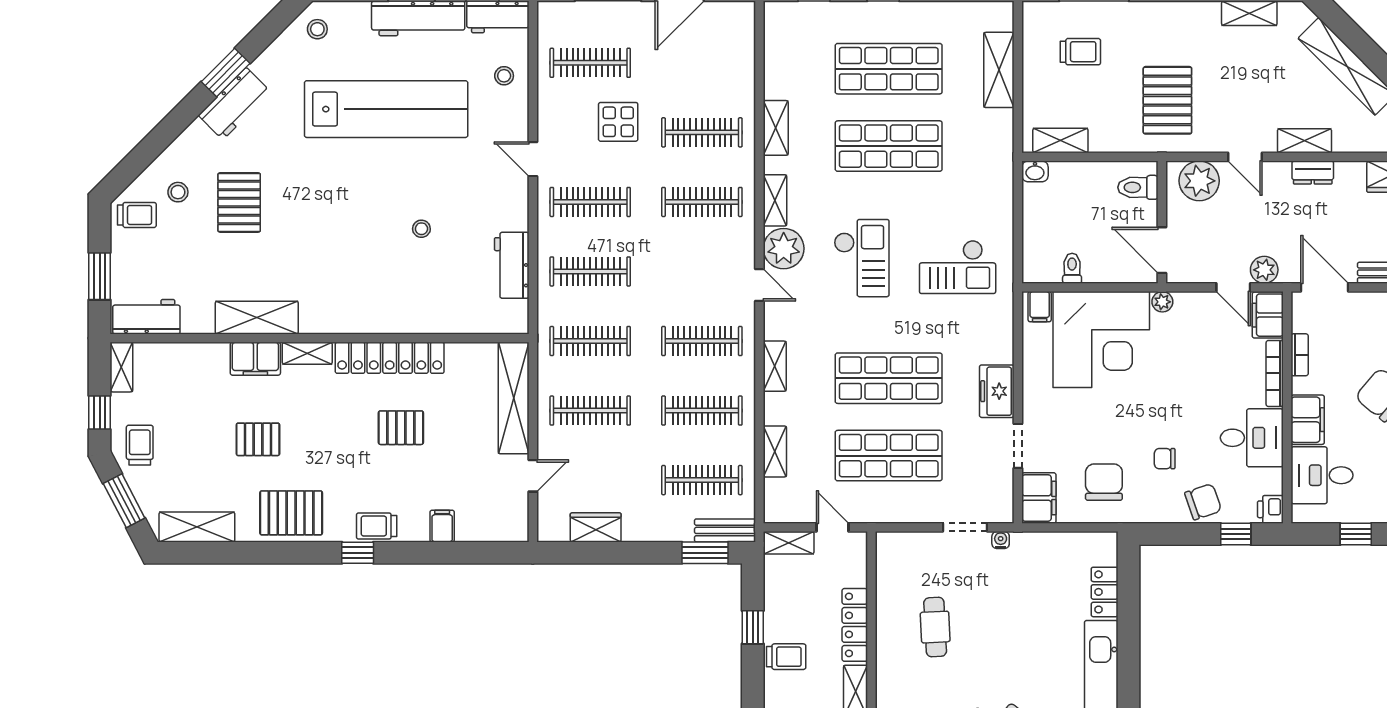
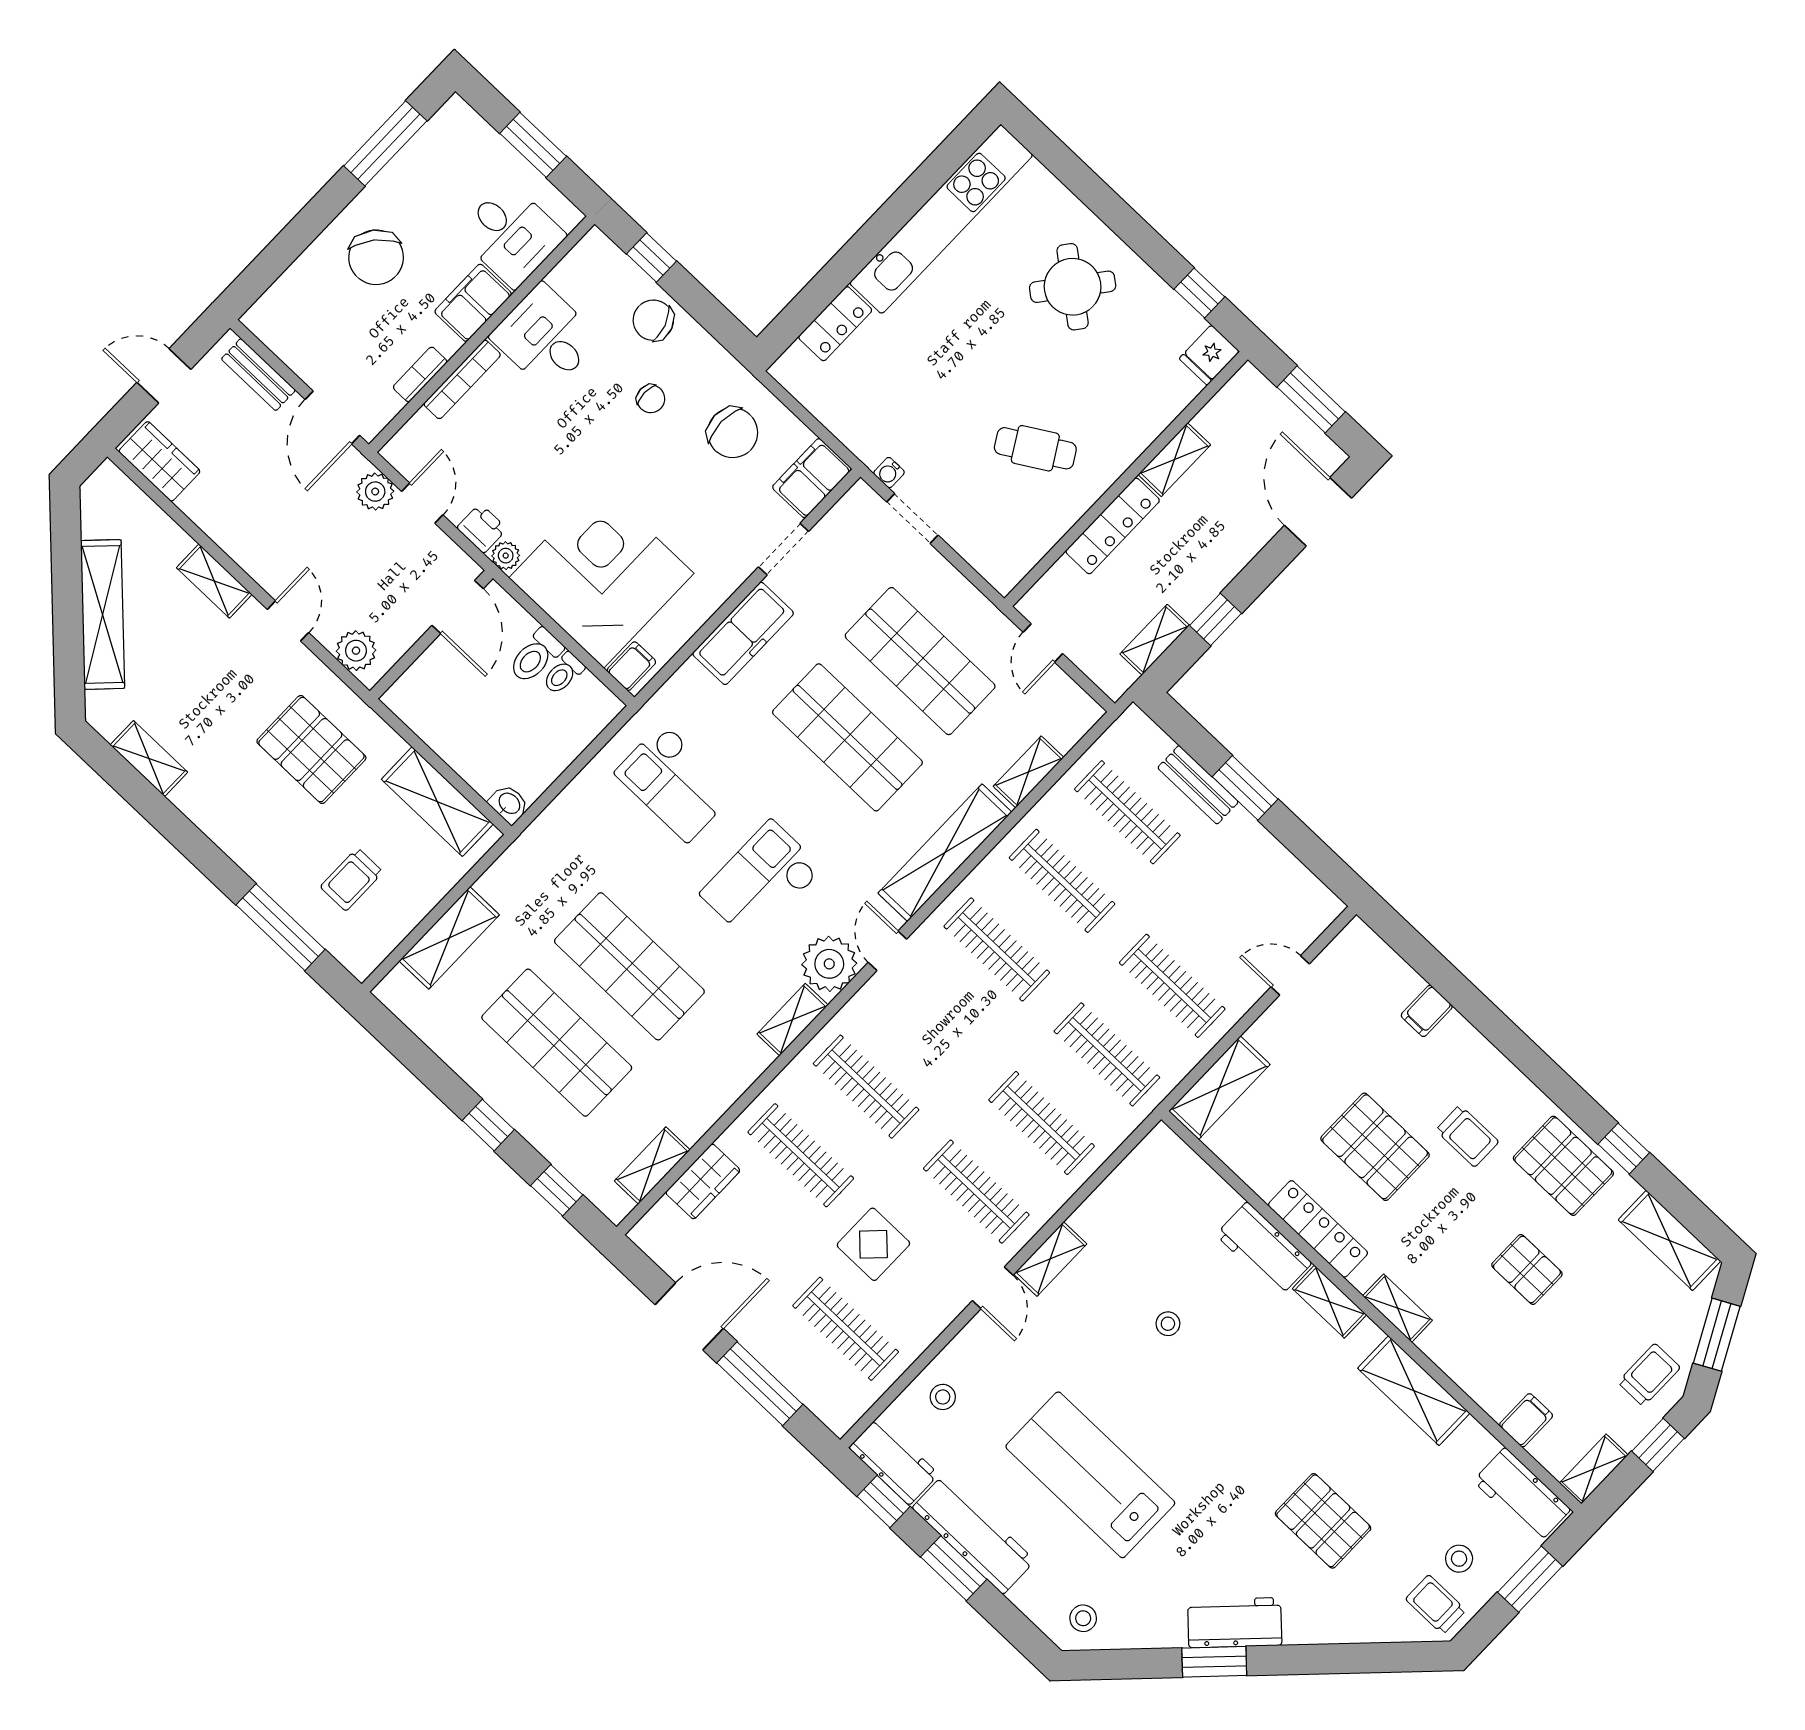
trolley: (1080, 52) -> (352, 879), turned -90
pallet: (1167, 100) -> (311, 750), turned 90
lab bench: (386, 109) -> (1090, 1475), width x0.73
shelving: (776, 128) -> (652, 1165), moved
shelving: (1060, 140) -> (437, 802), width x1.50, depth x1.33
dresser: (1313, 172) -> (236, 542), removed
plant: (1199, 181) -> (356, 651), width x0.73, depth x0.73
toilet: (1138, 187) -> (536, 656), moved, turned 90
stool: (178, 192) -> (1459, 1559), moved
pallet: (239, 202) -> (1323, 1521), turned 90
shelving: (517, 204) -> (1050, 1259), added
workbench: (512, 265) -> (1264, 1249), moved, turned 90
checkout: (958, 267) -> (675, 782), turned 180
filing cabinet: (1268, 315) -> (414, 443), removed
shelving: (347, 322) -> (1329, 1302), added
locker: (390, 358) -> (1318, 1229), width x0.71, depth x0.83
filing cabinet: (255, 359) -> (1526, 1420), moved, width x0.50
shelving: (775, 366) -> (945, 853), width x2.20, depth x1.33
freezer: (997, 391) -> (743, 633), width x1.40
shelving: (514, 398) -> (1219, 1088), width x0.68
pallet: (401, 428) -> (1375, 1147), width x1.50, depth x1.42
trolley: (140, 445) -> (1649, 1375), turned 180
chair: (1104, 482) -> (733, 433), turned -90
printer: (1270, 509) -> (482, 528), moved, turned -90
trolley: (377, 526) -> (1467, 1136), moved
wardrobe: (596, 527) -> (703, 1181), moved, turned -90
bench: (725, 530) -> (1198, 785), moved
window: (1356, 534) -> (533, 145), width x1.50
shelving: (789, 543) -> (1155, 640), moved, turned 90
window: (358, 553) -> (1624, 1148), moved
window: (705, 553) -> (1245, 788), moved
cafe table: (935, 627) -> (1035, 448), turned 62
trolley: (786, 657) -> (1210, 559), removed

